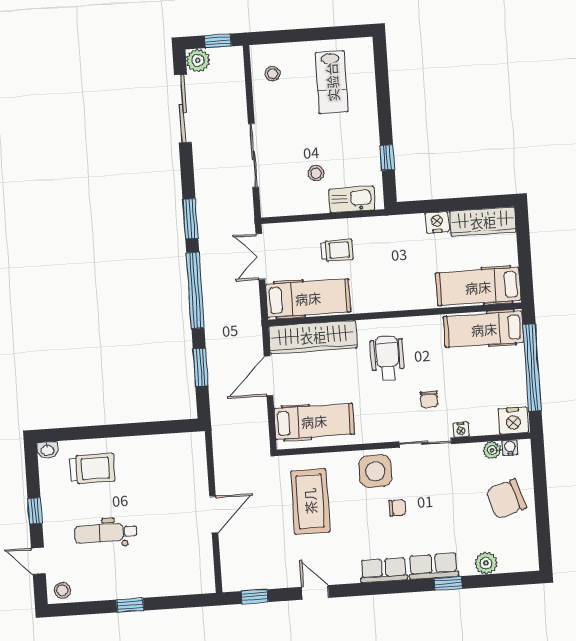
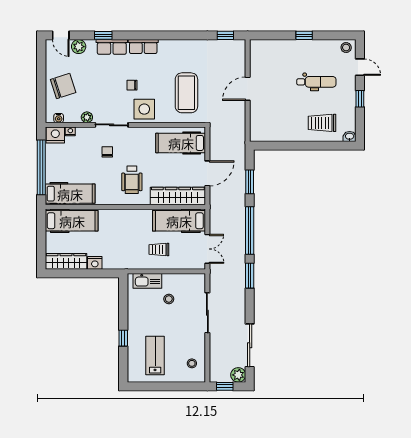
window: (387, 157) -> (123, 338), moved
nightstand: (461, 430) -> (70, 131), moved
plant: (492, 450) -> (87, 117), moved
door: (315, 592) -> (61, 35), moved

